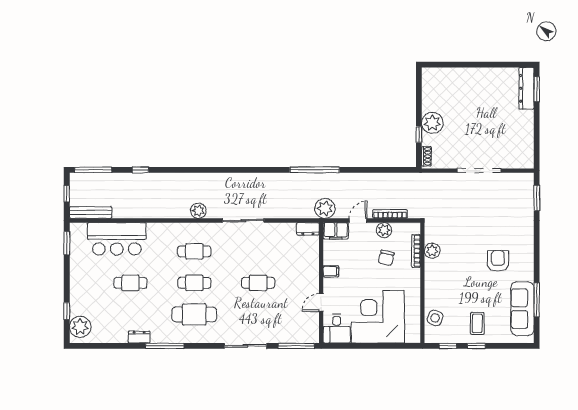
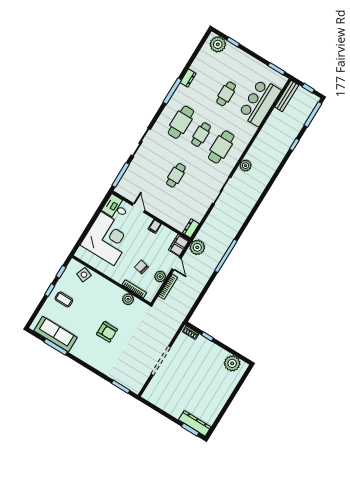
plant: (432, 123) -> (232, 363), moved
cafe table: (194, 251) -> (221, 147), width x1.37, depth x1.35
armchair: (498, 261) -> (107, 332), moved

